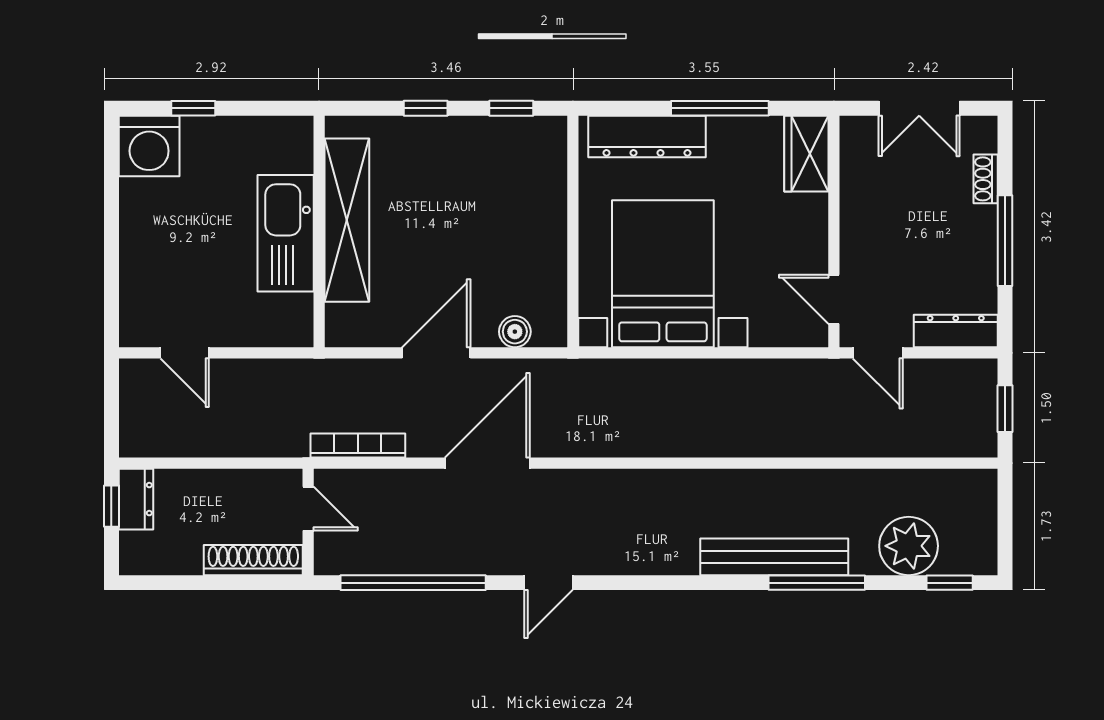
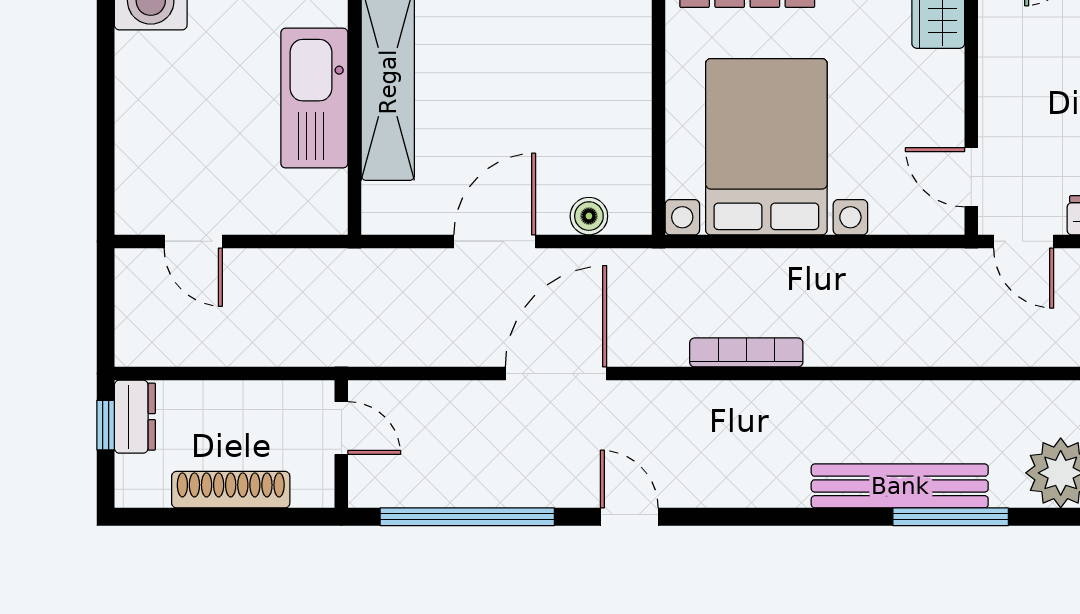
bookcase: (358, 445) -> (746, 352), moved
shoe rack: (253, 560) -> (231, 490), moved
door: (548, 583) -> (629, 517), swing flipped

